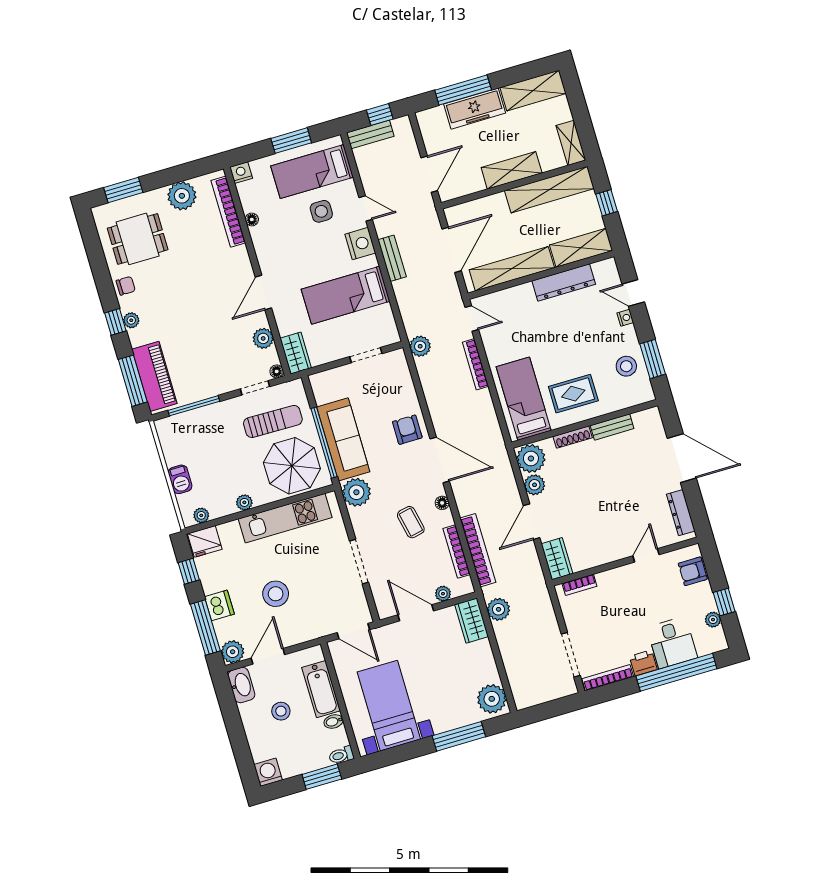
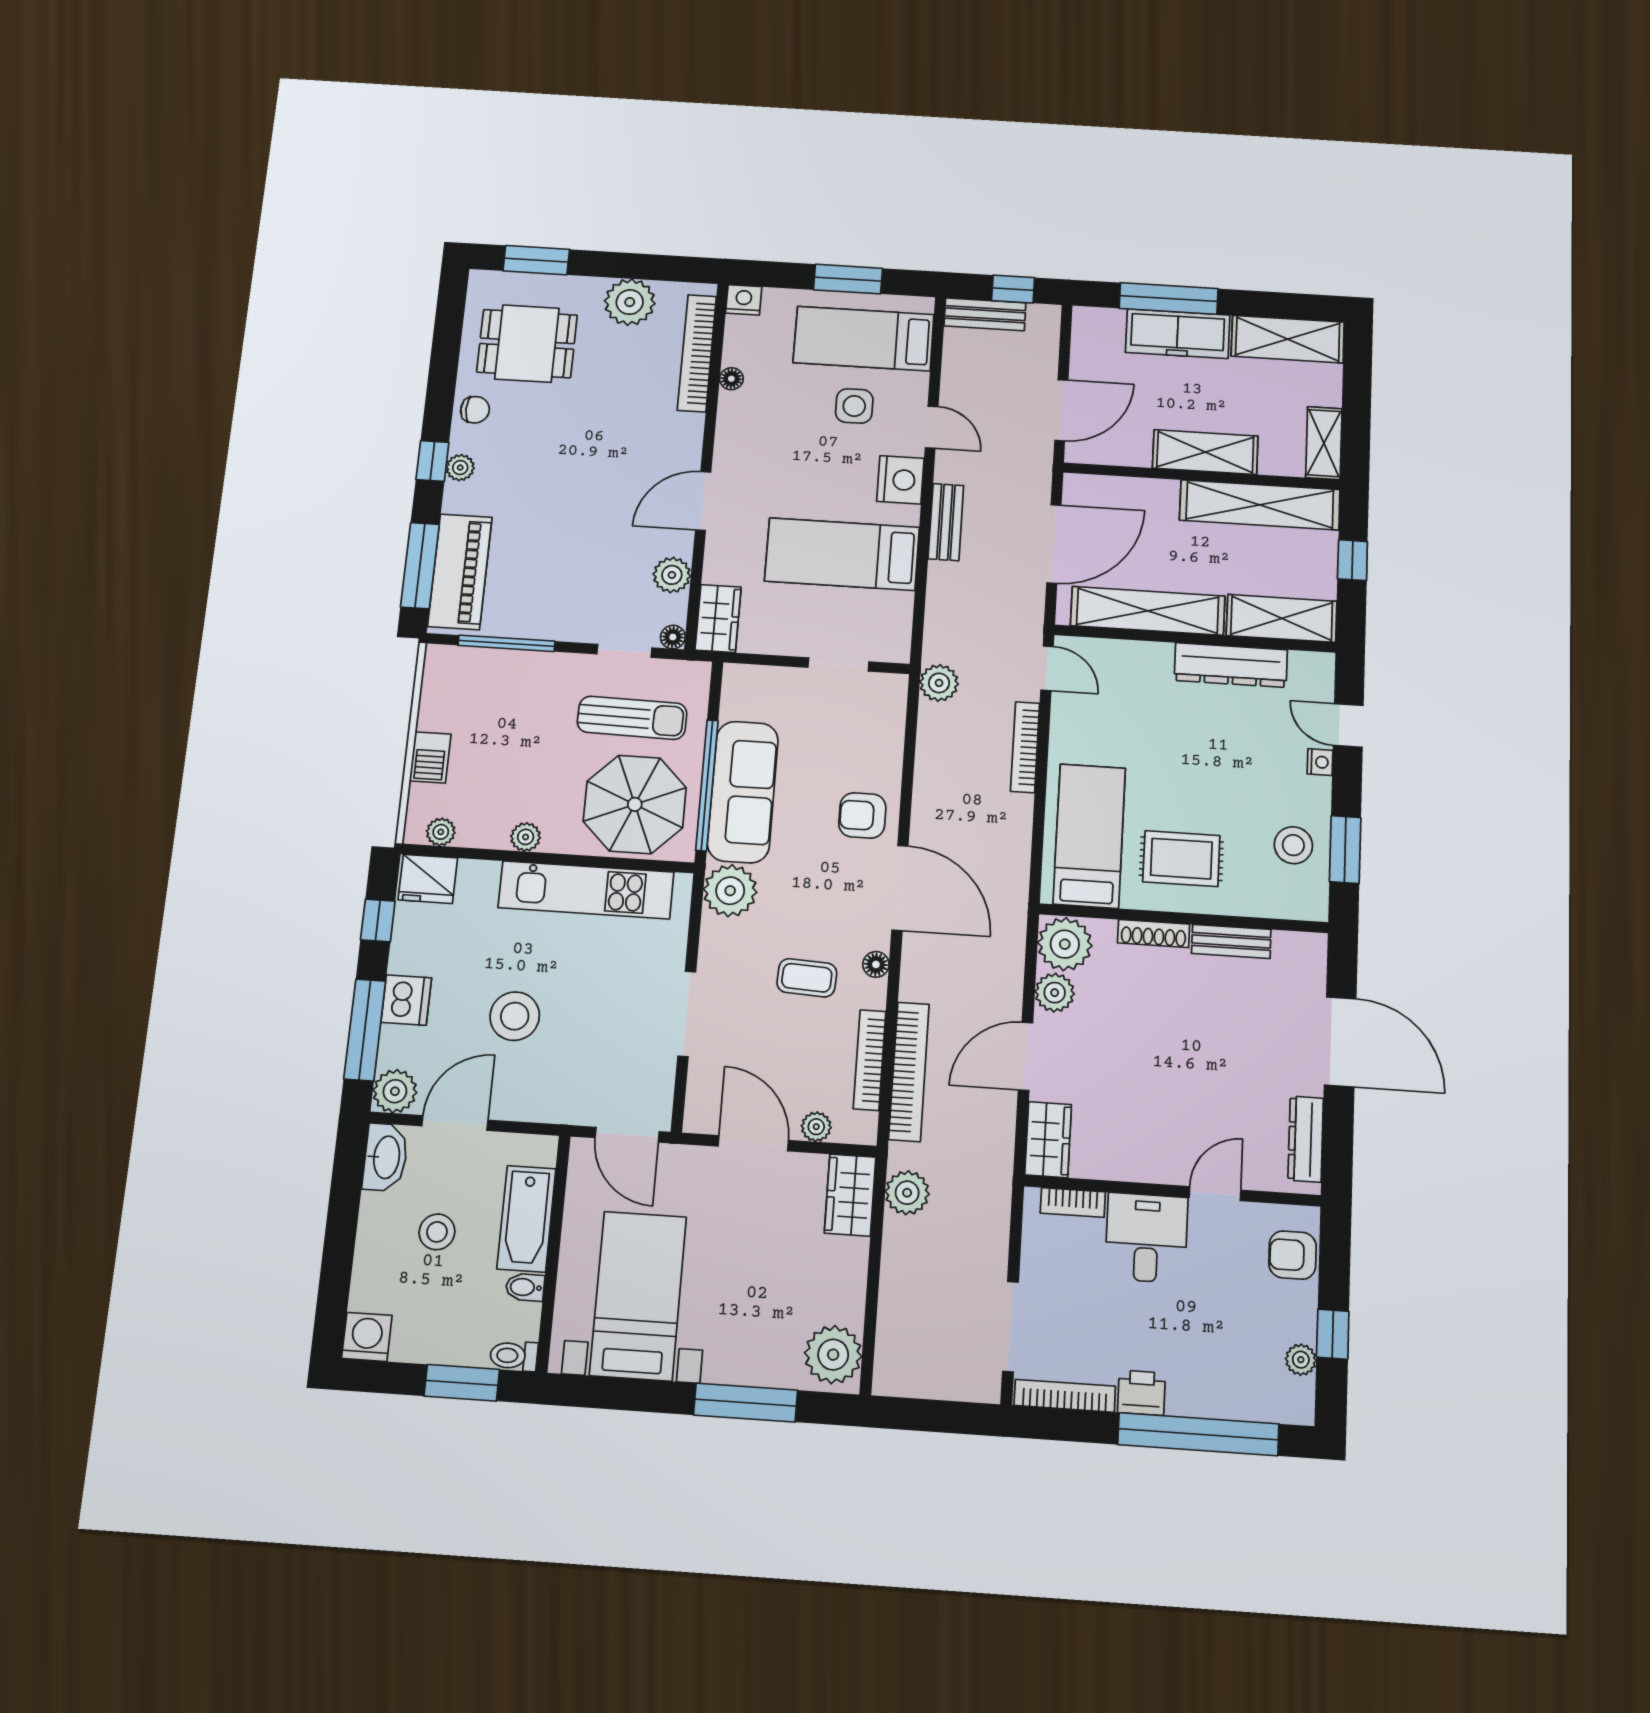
armchair: (407, 430) -> (862, 815), turned -90
coffee table: (411, 522) -> (807, 978), turned -75
desk: (672, 643) -> (1146, 1238), moved, turned 180

